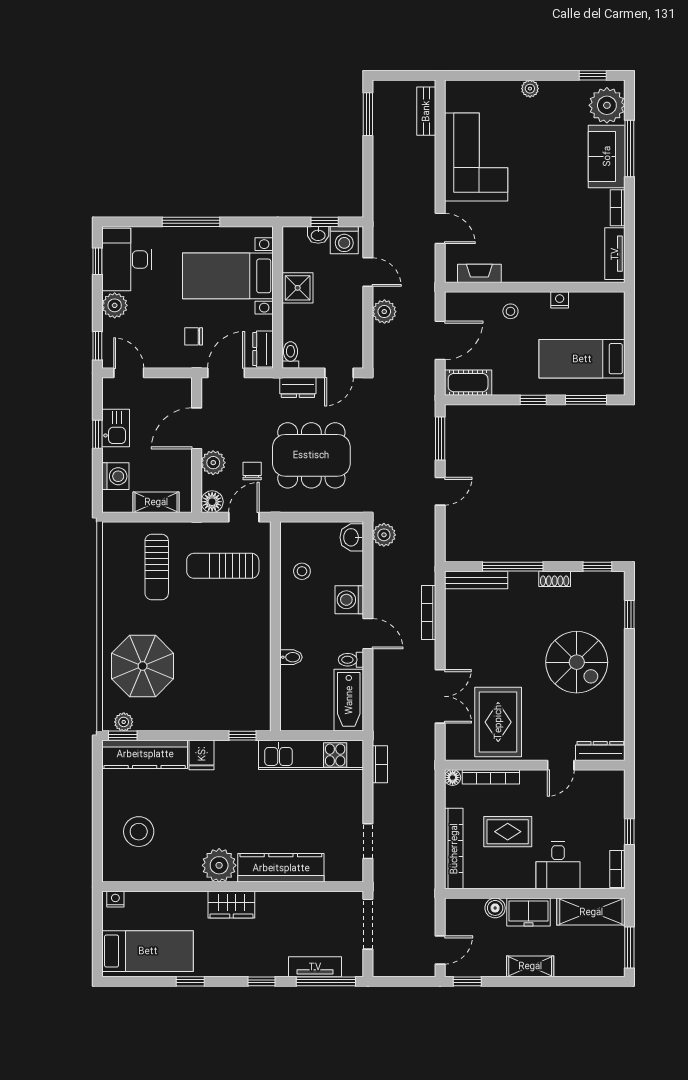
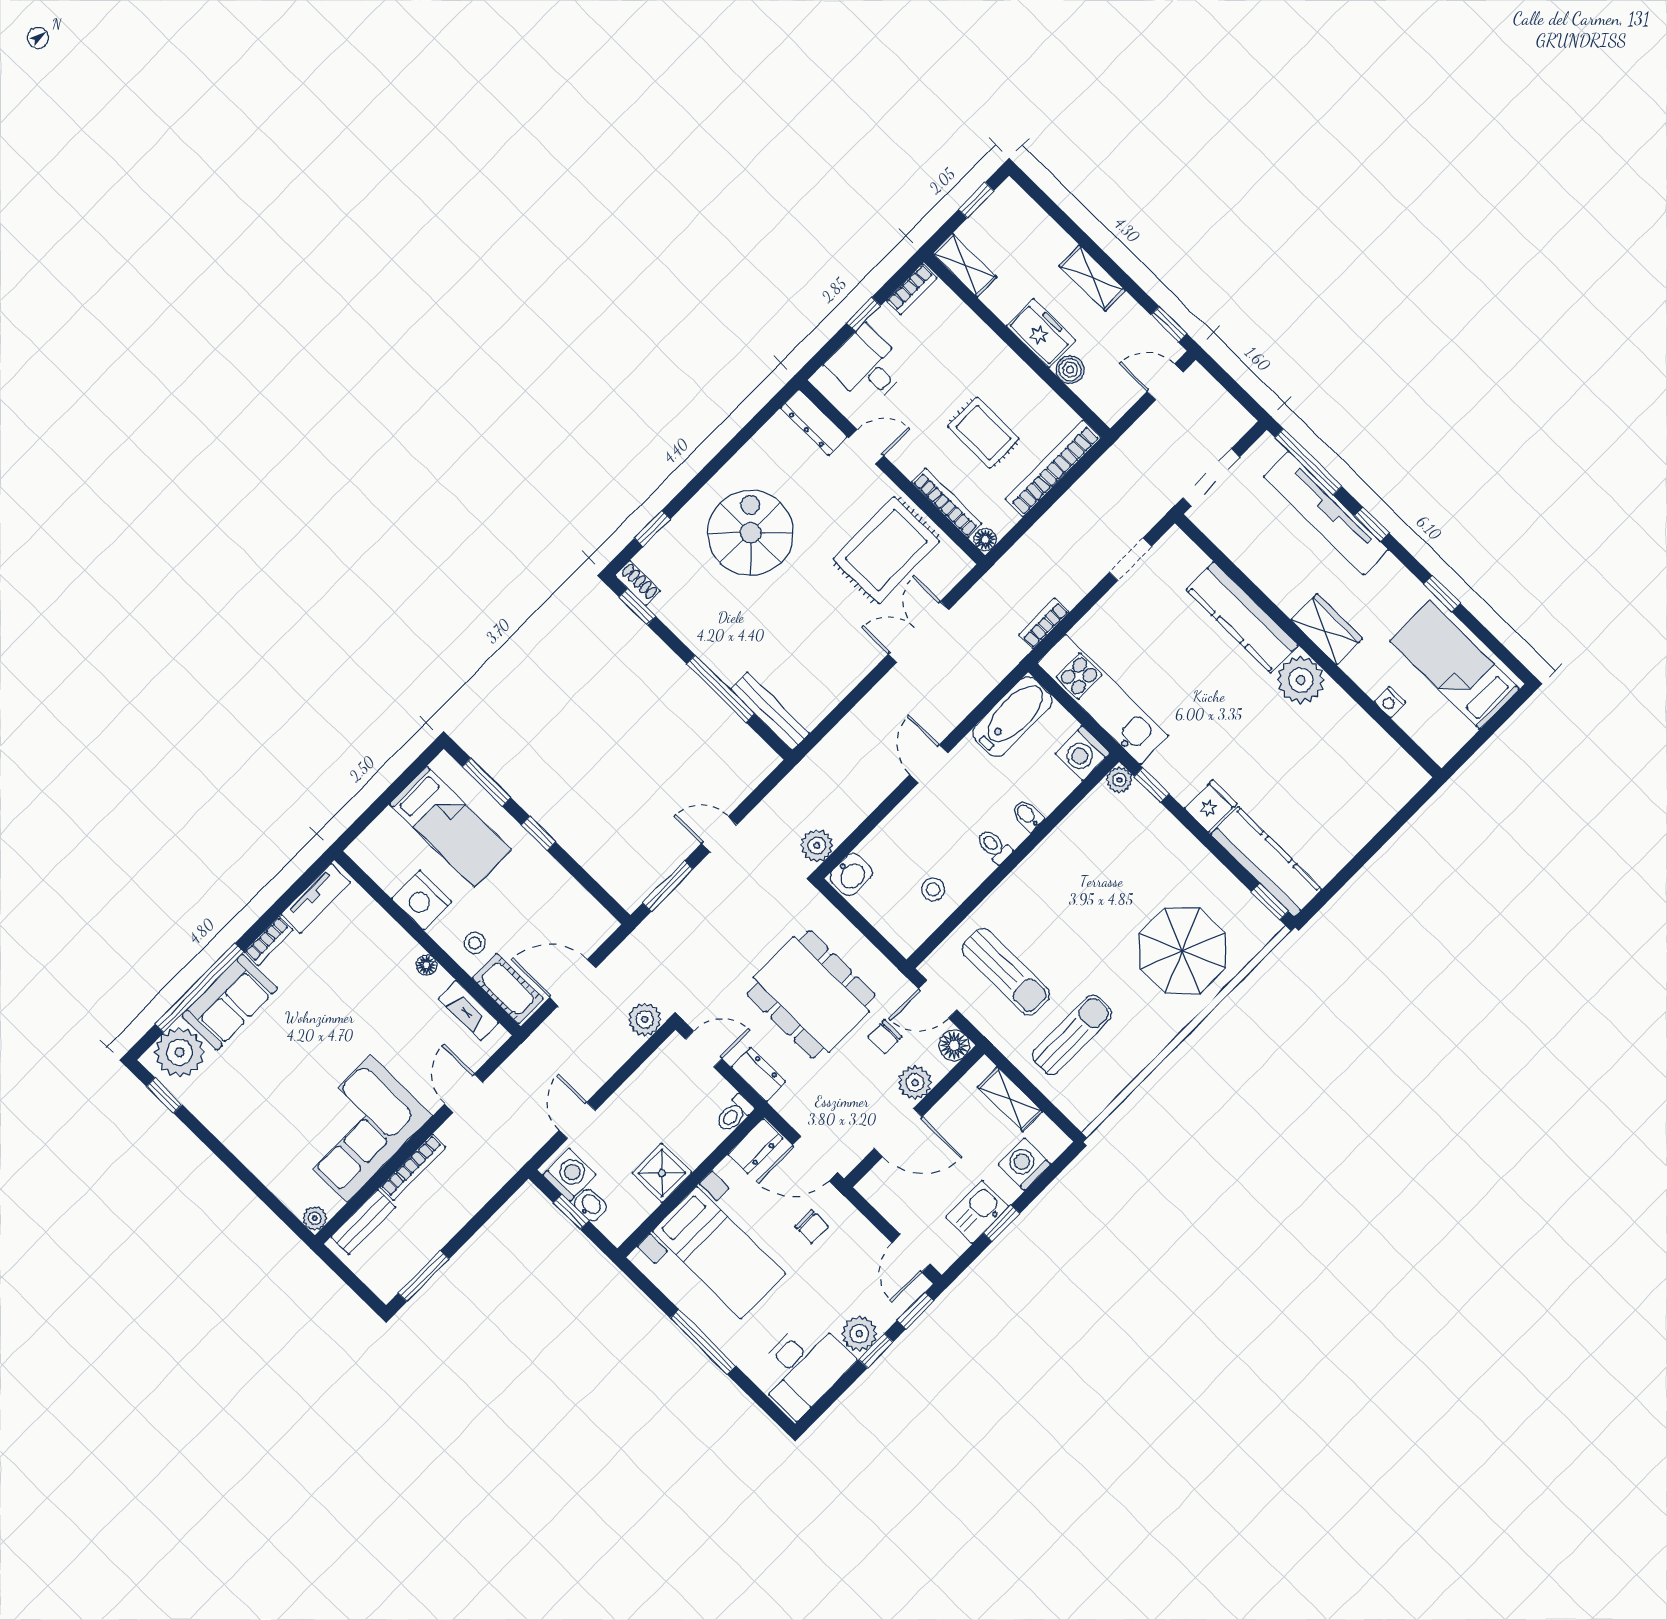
plant: (530, 89) -> (315, 1218), moved
window: (629, 149) -> (199, 988), width x1.46
window: (97, 261) -> (876, 1351), moved
floor lamp: (524, 275) -> (426, 965), added
nightstand: (560, 300) -> (422, 900), width x1.89, depth x1.79
plant: (384, 312) -> (645, 1019), moved
cot: (468, 383) -> (508, 989), moved
shoe rack: (555, 579) -> (638, 583), moved
washing machine: (349, 600) -> (1083, 753), moved, turned 90
bookcase: (429, 613) -> (413, 1167), moved
toilet: (351, 660) -> (994, 846), moved, turned 180
plant: (124, 722) -> (1119, 780), moved
stool: (139, 832) -> (1347, 791), removed
desk: (558, 865) -> (867, 366), moved, turned -90
nightstand: (115, 899) -> (1390, 702), moved
shelving: (591, 912) -> (965, 265), width x0.67, depth x0.75
window: (629, 948) -> (976, 200), width x0.67
tv unit: (315, 967) -> (1326, 513), width x1.92, depth x1.29

